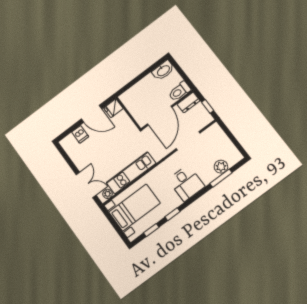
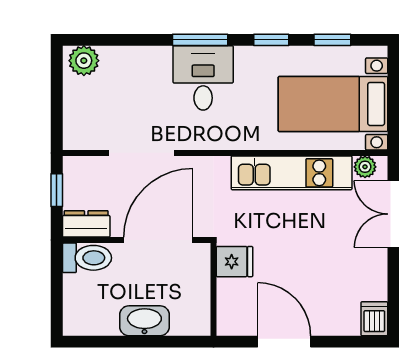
washbasin: (163, 70) -> (144, 321), moved
fridge: (113, 108) -> (235, 262), moved
dishwasher: (80, 134) -> (374, 319), moved
plant: (221, 167) -> (84, 61), moved
window: (221, 178) -> (200, 40), moved

